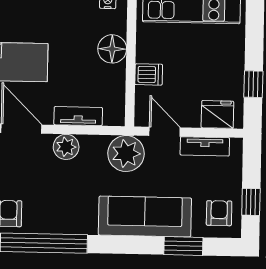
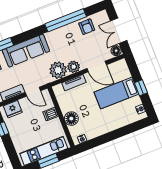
plant: (126, 154) -> (58, 70), moved

